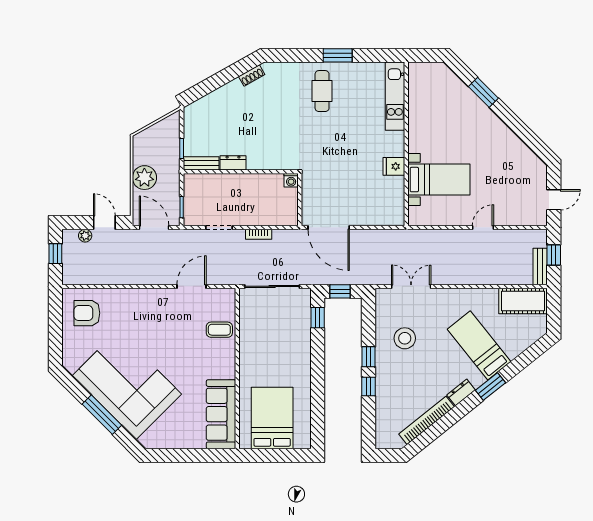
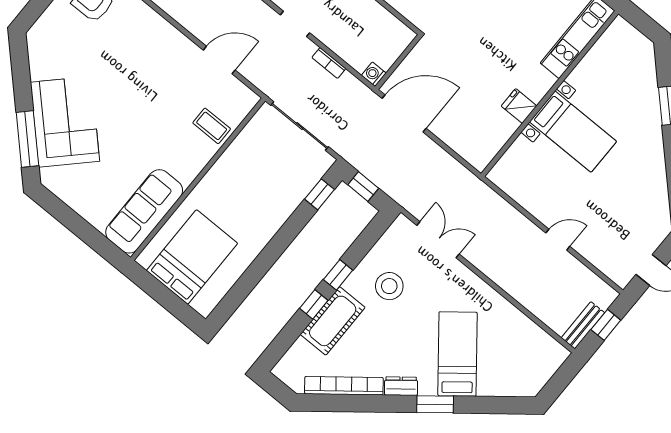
washing machine: (291, 180) -> (374, 74), moved, turned 90
bed with nightstands: (439, 180) -> (573, 132), moved
door: (329, 227) -> (404, 113), swing flipped
cot: (523, 301) -> (333, 321), moved, turned 90
corner sofa: (127, 385) -> (65, 122), width x0.73, depth x0.74
window: (102, 415) -> (27, 139), moved

